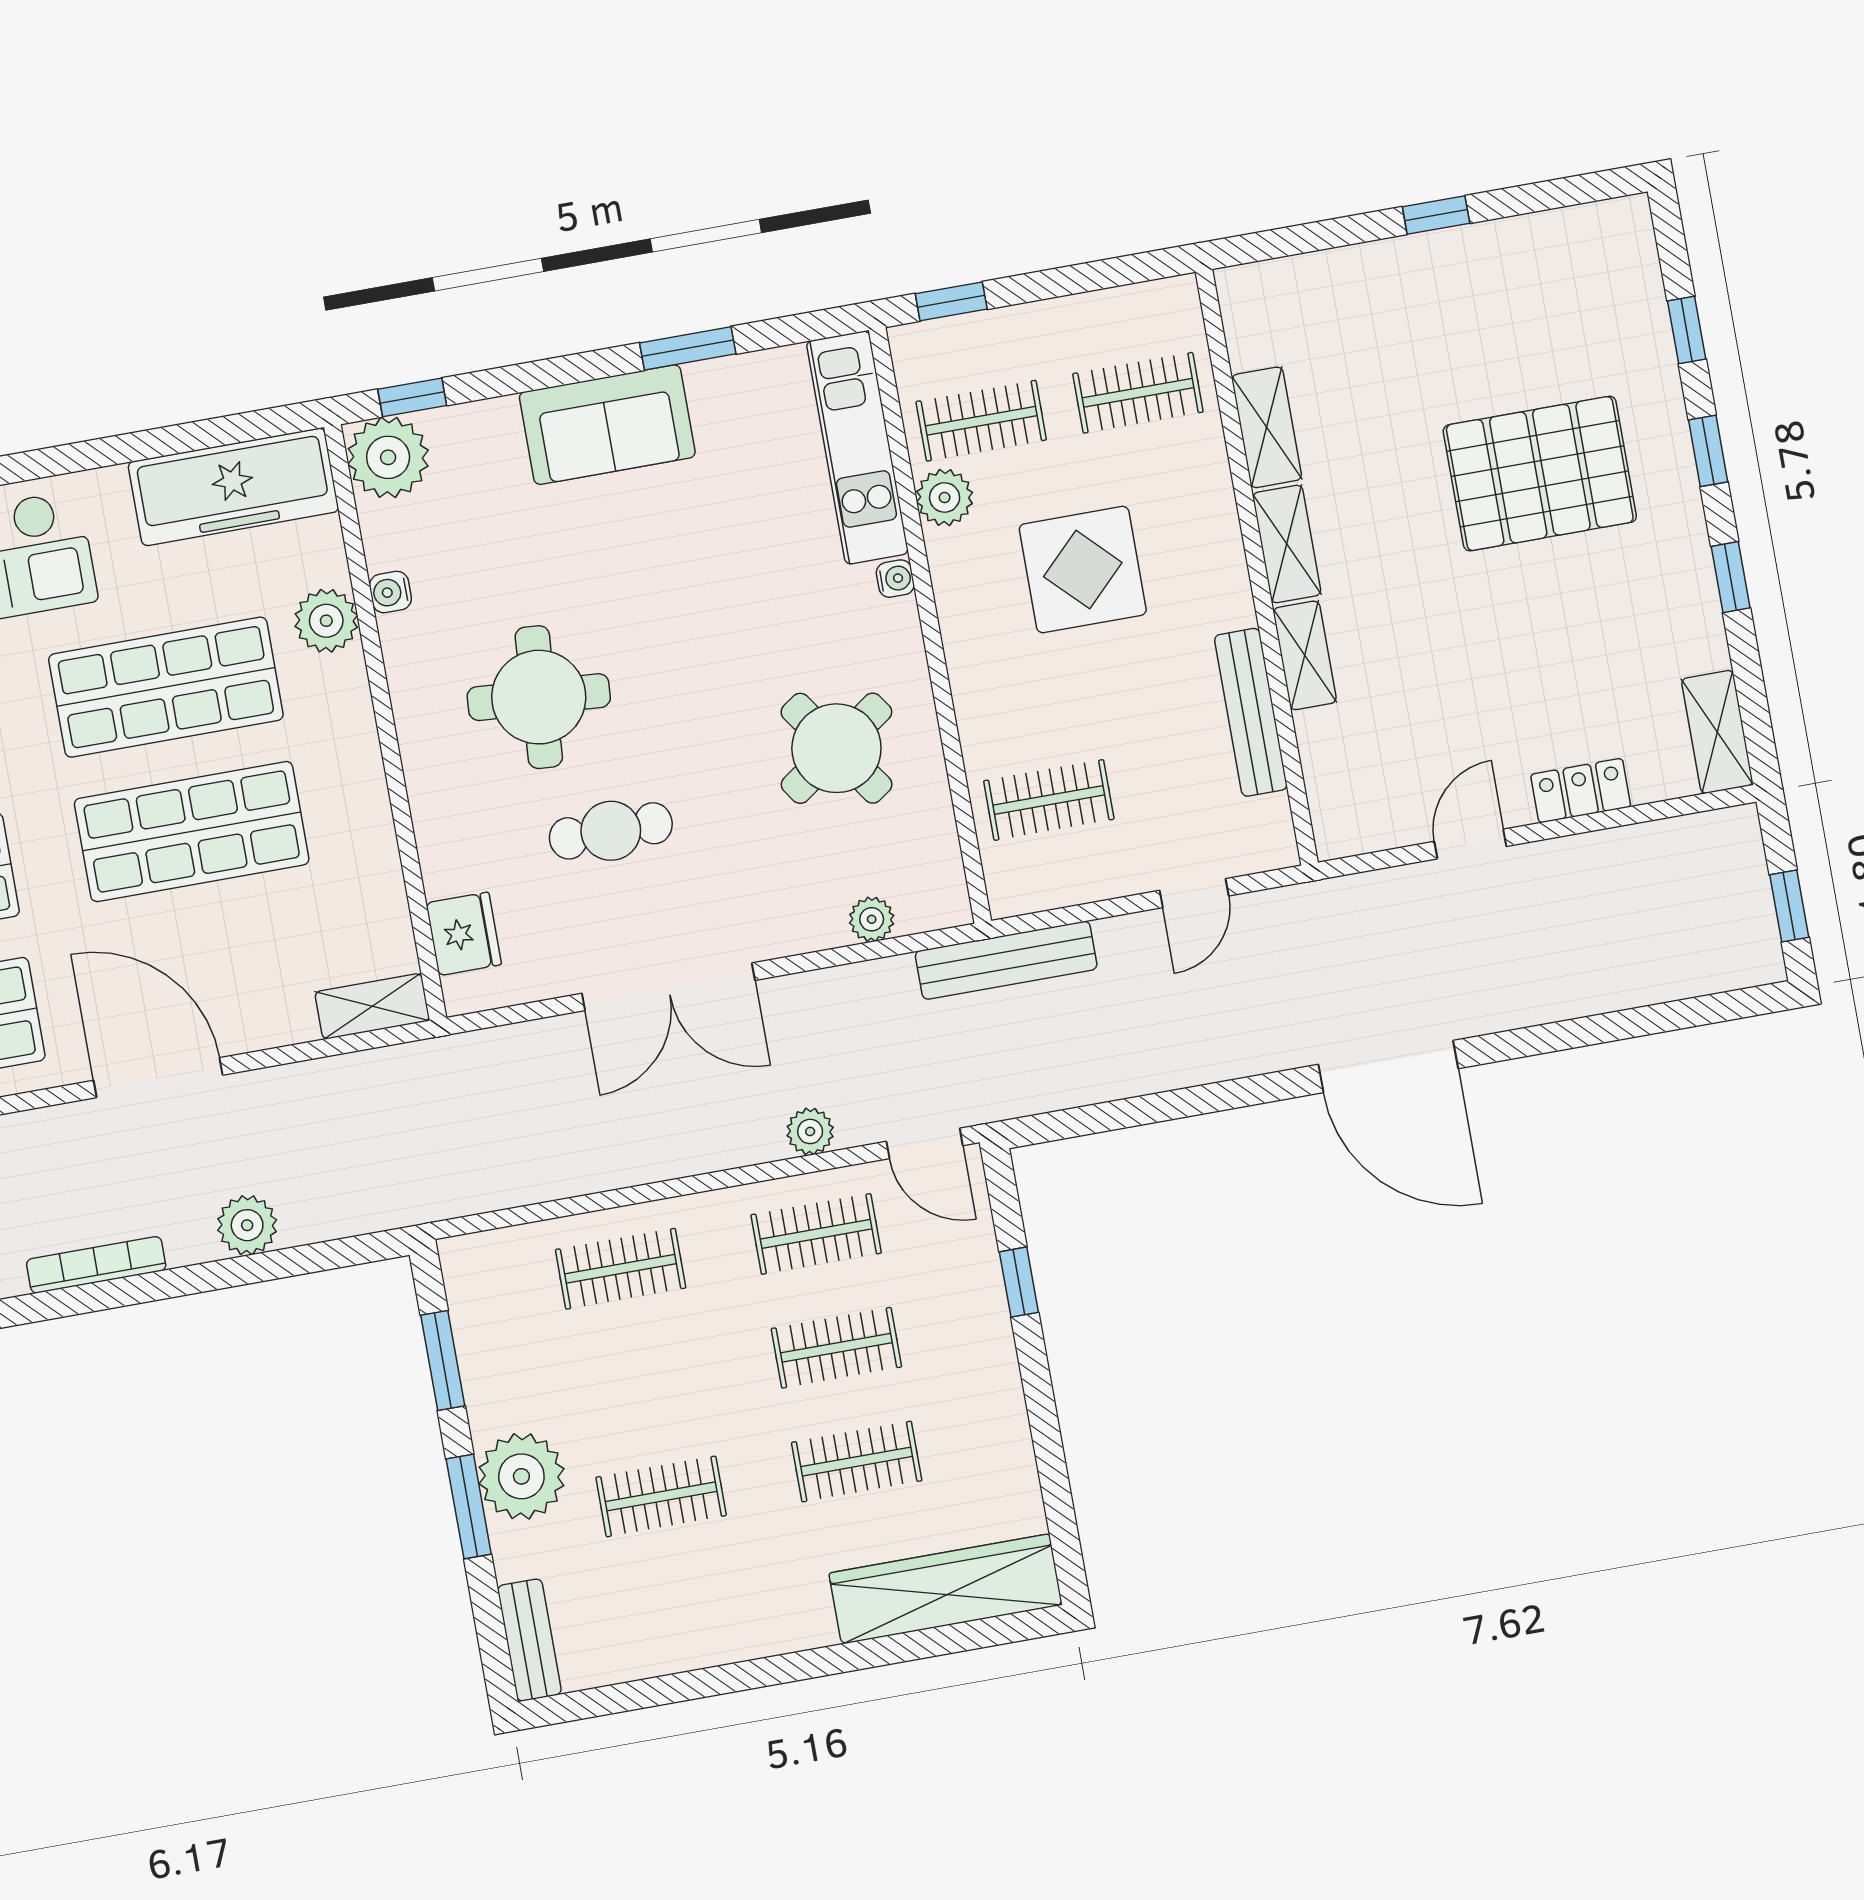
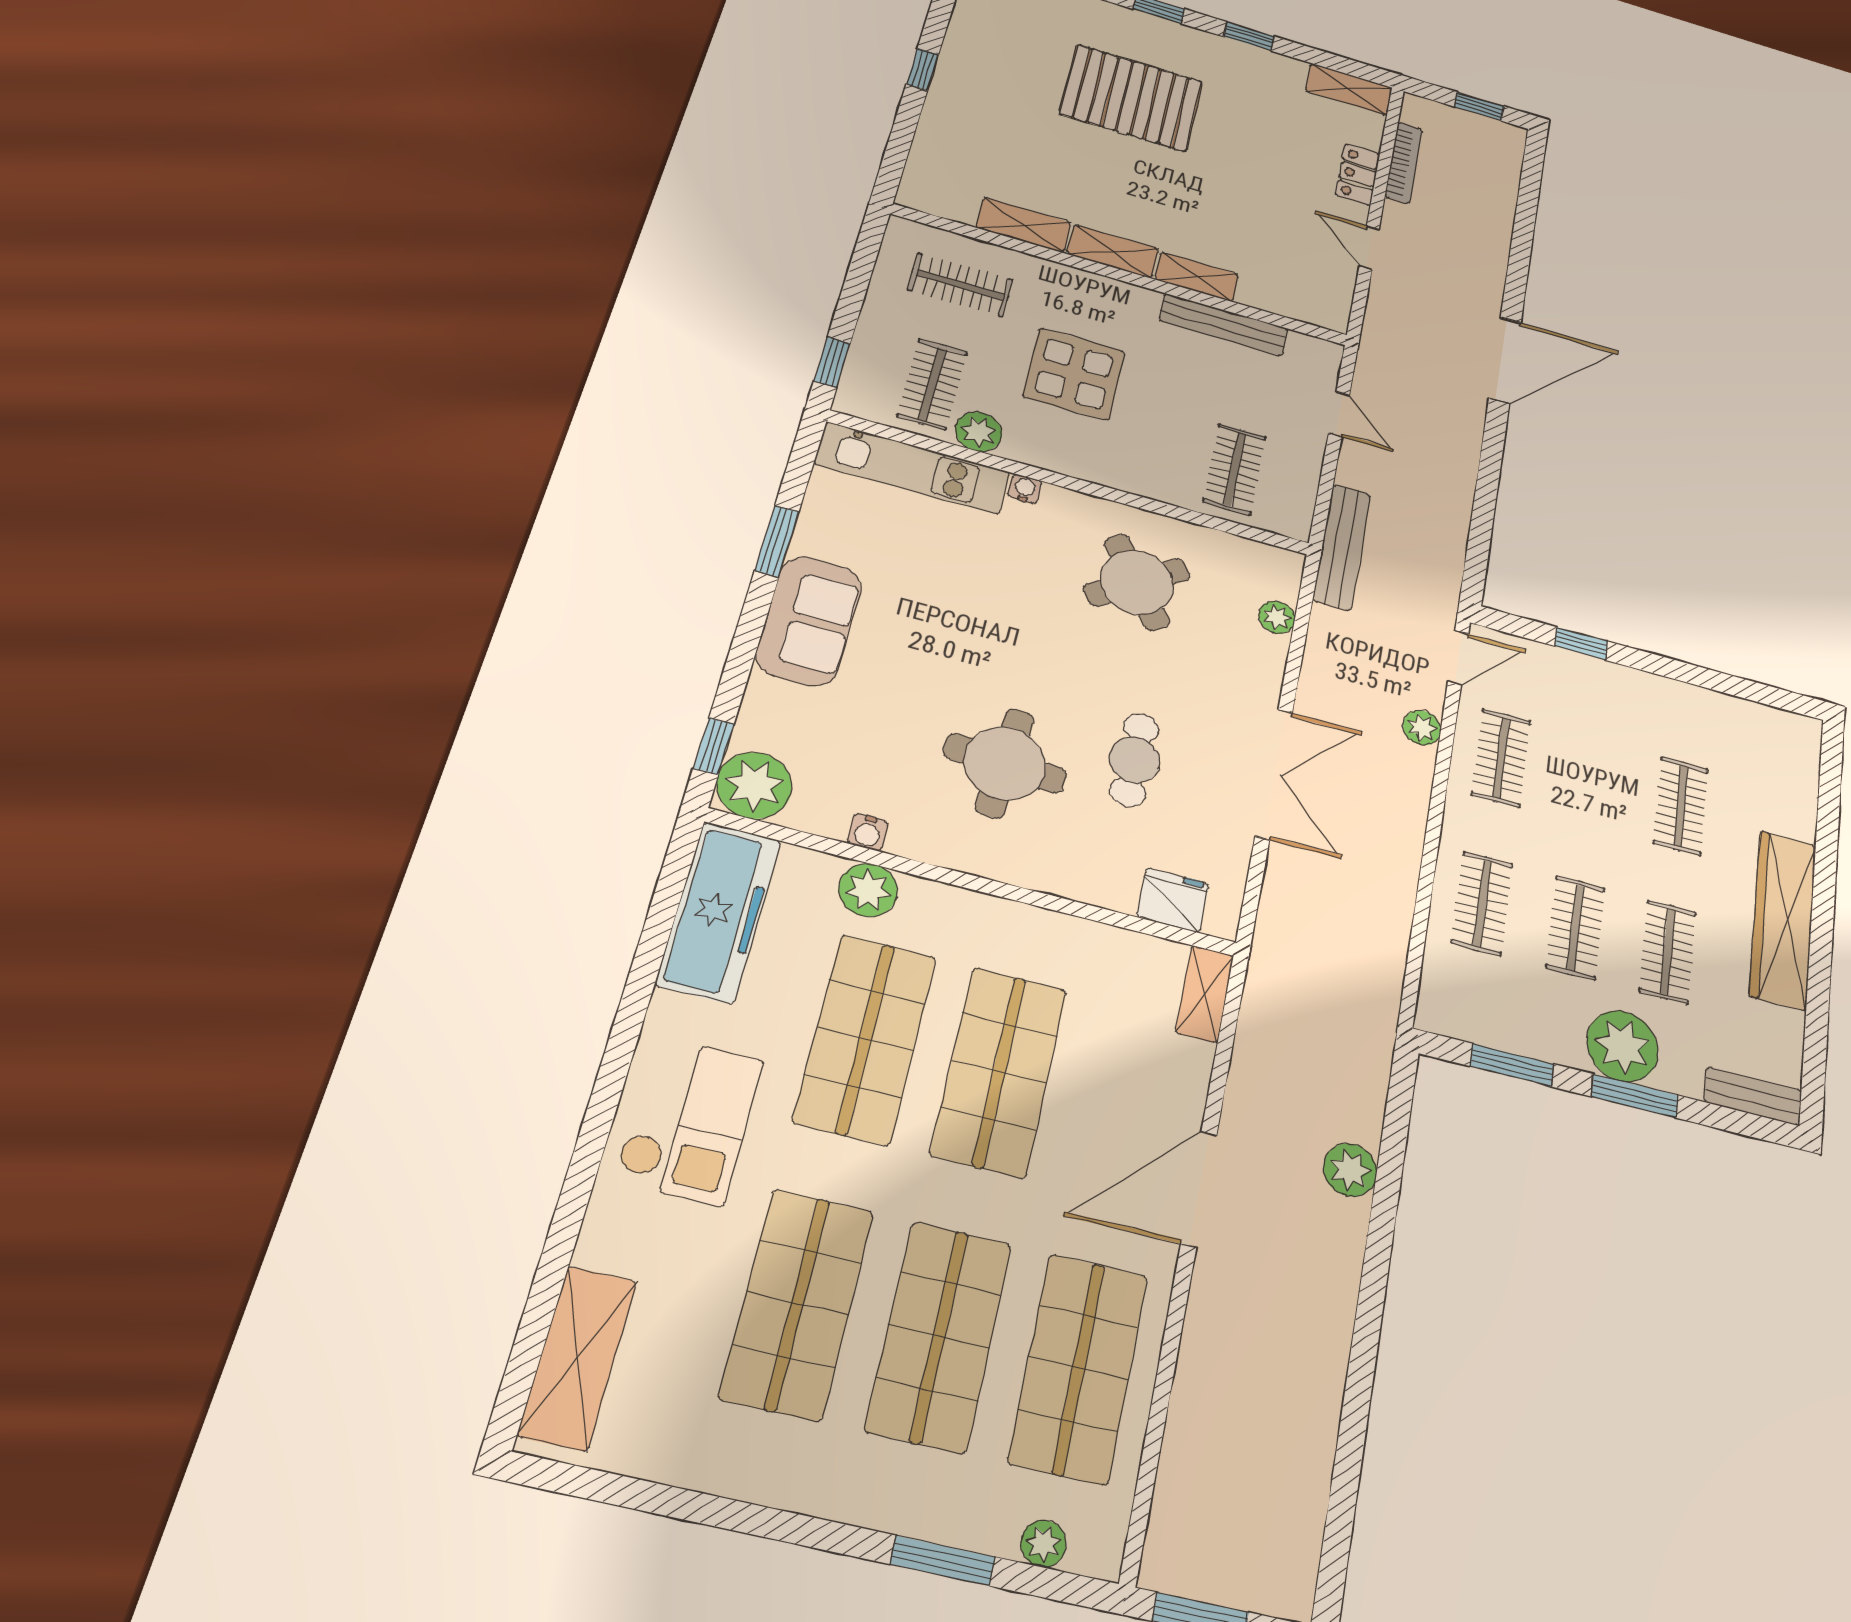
clothes rail: (1138, 393) -> (960, 285), turned 90
pallet: (1540, 474) -> (1131, 98), turned 90
bookcase: (96, 1265) -> (1404, 163), moved, turned 180
clothes rail: (836, 1348) -> (1575, 928), moved
wardrobe: (946, 1589) -> (1783, 920), moved

